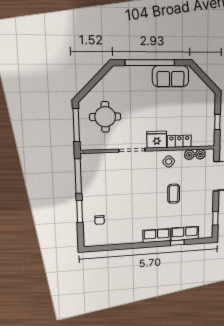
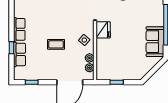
locker: (179, 141) -> (101, 49), removed

